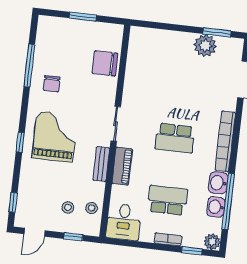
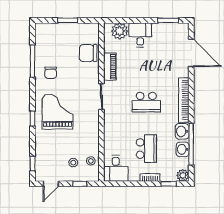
plant: (205, 46) -> (120, 31), moved
desk: (177, 47) -> (140, 35), added
bench: (101, 164) -> (94, 128), removed
piano: (122, 166) -> (110, 67), moved
school desk: (168, 200) -> (146, 149), turned 90

